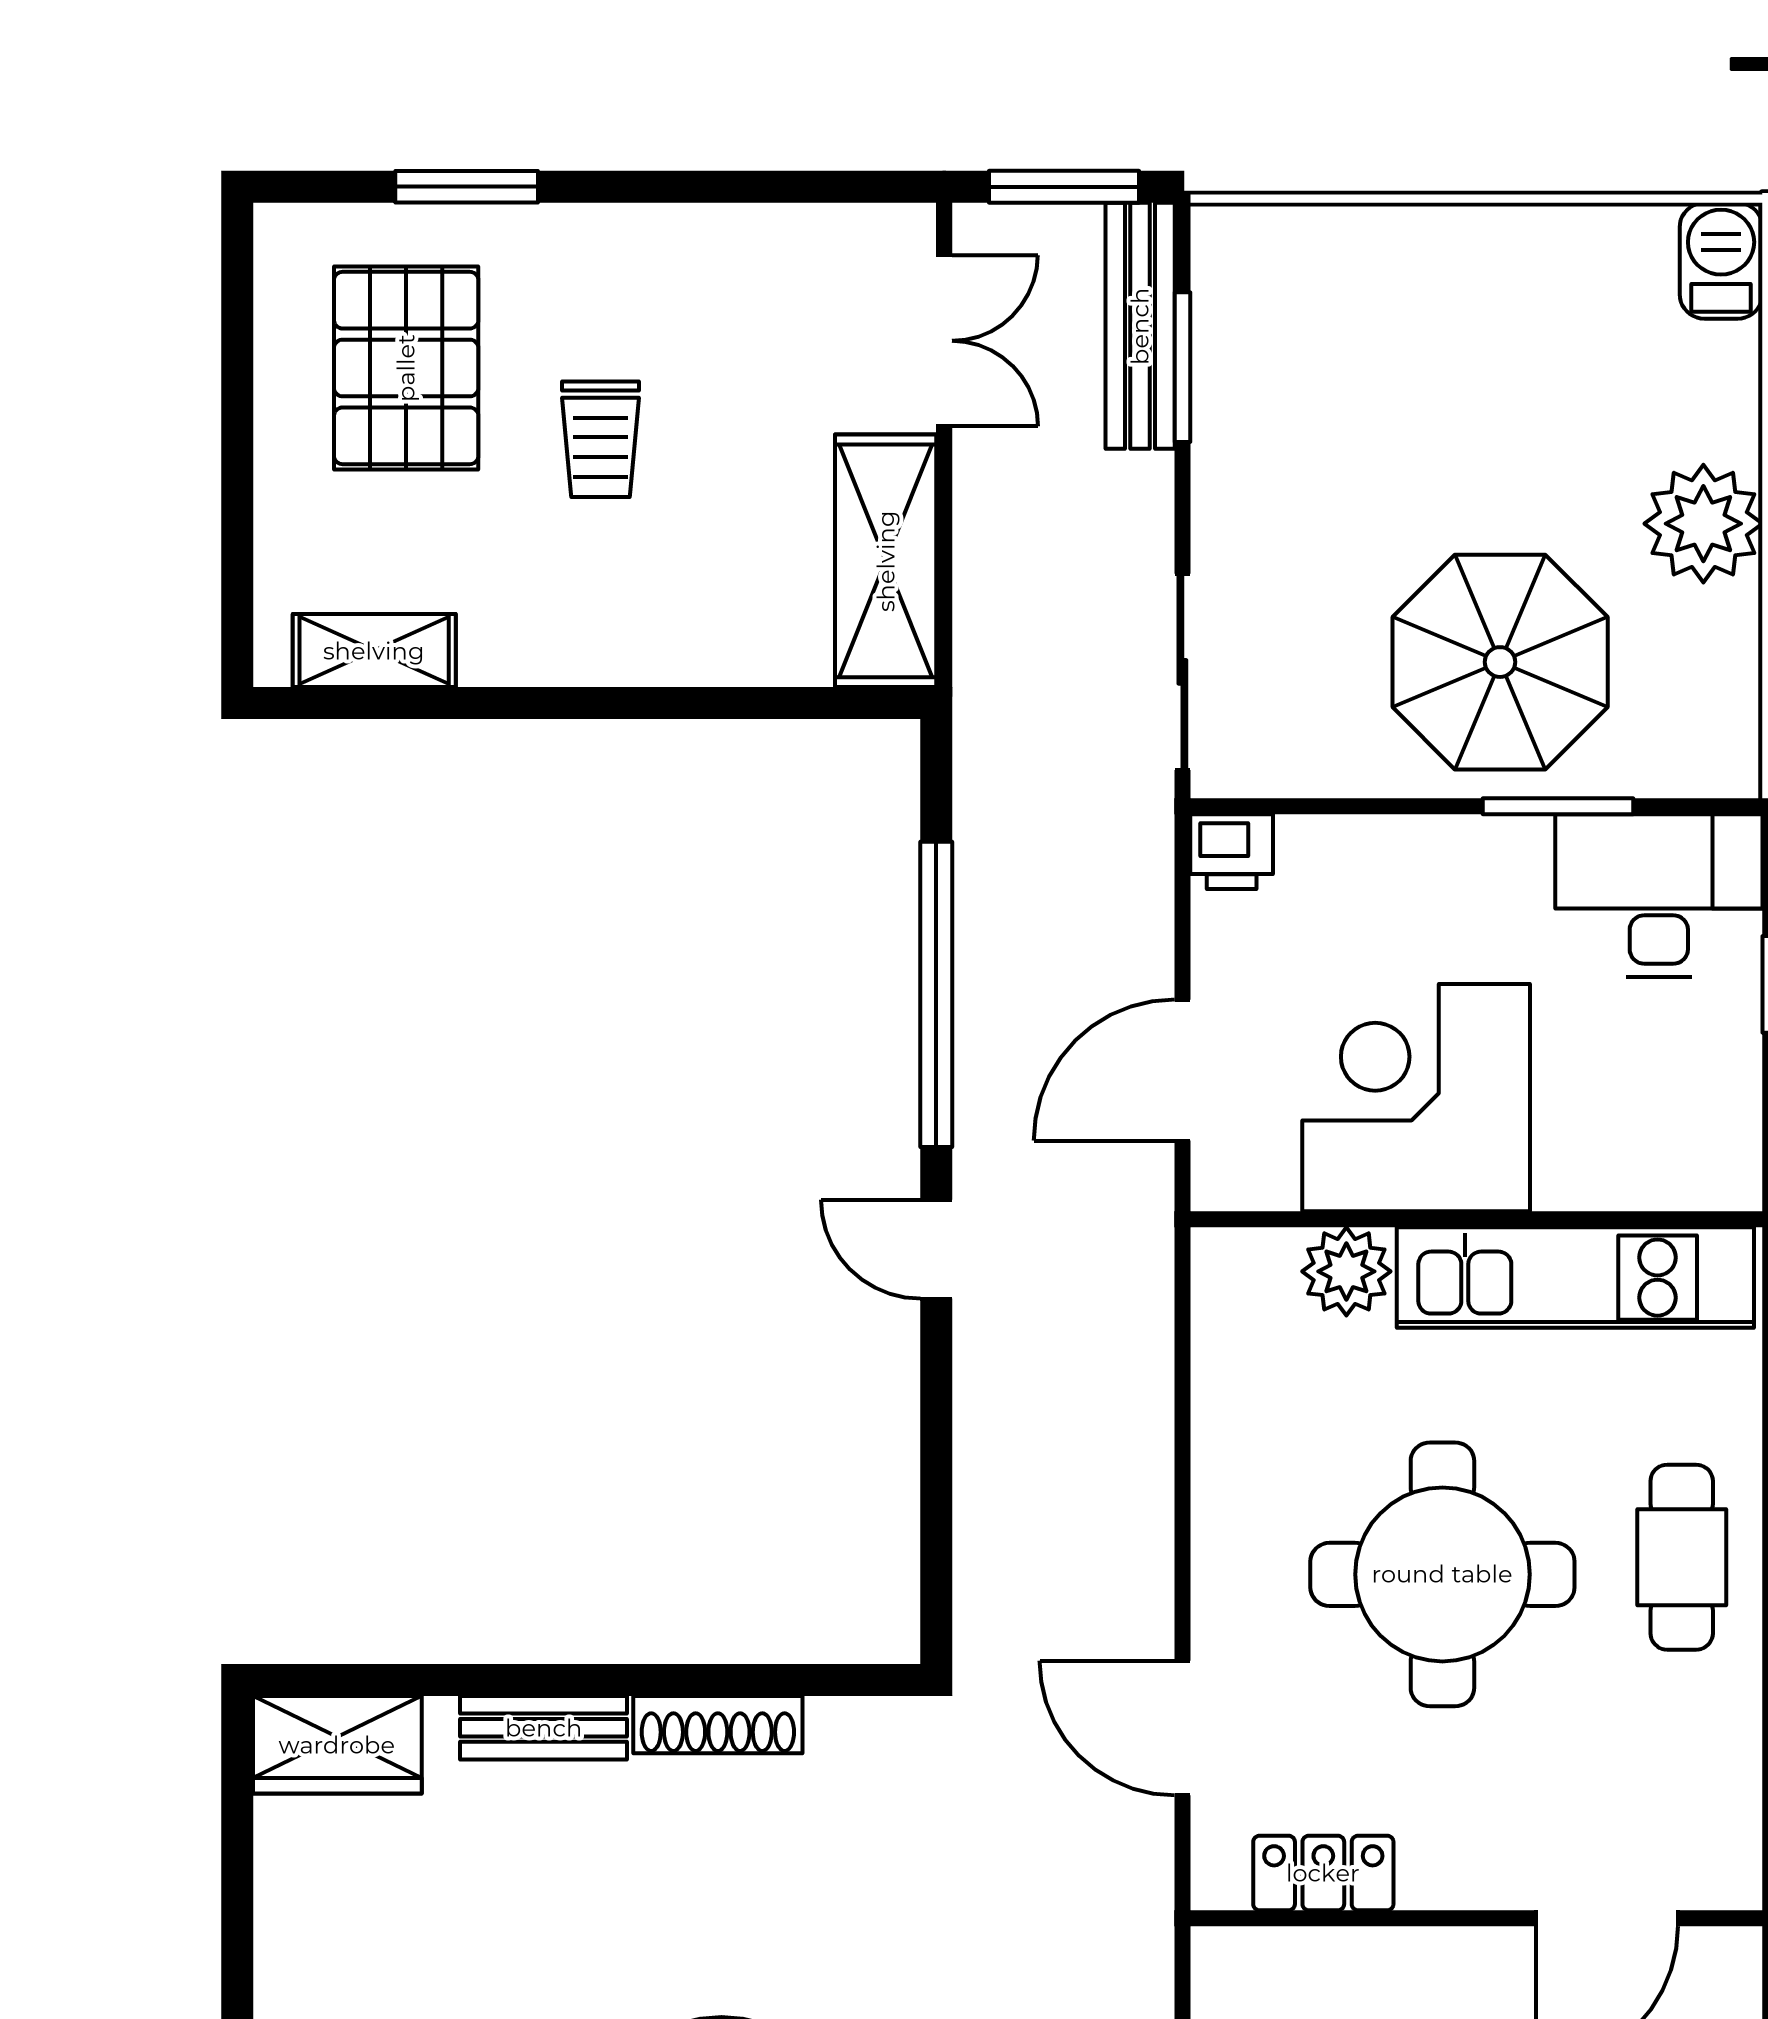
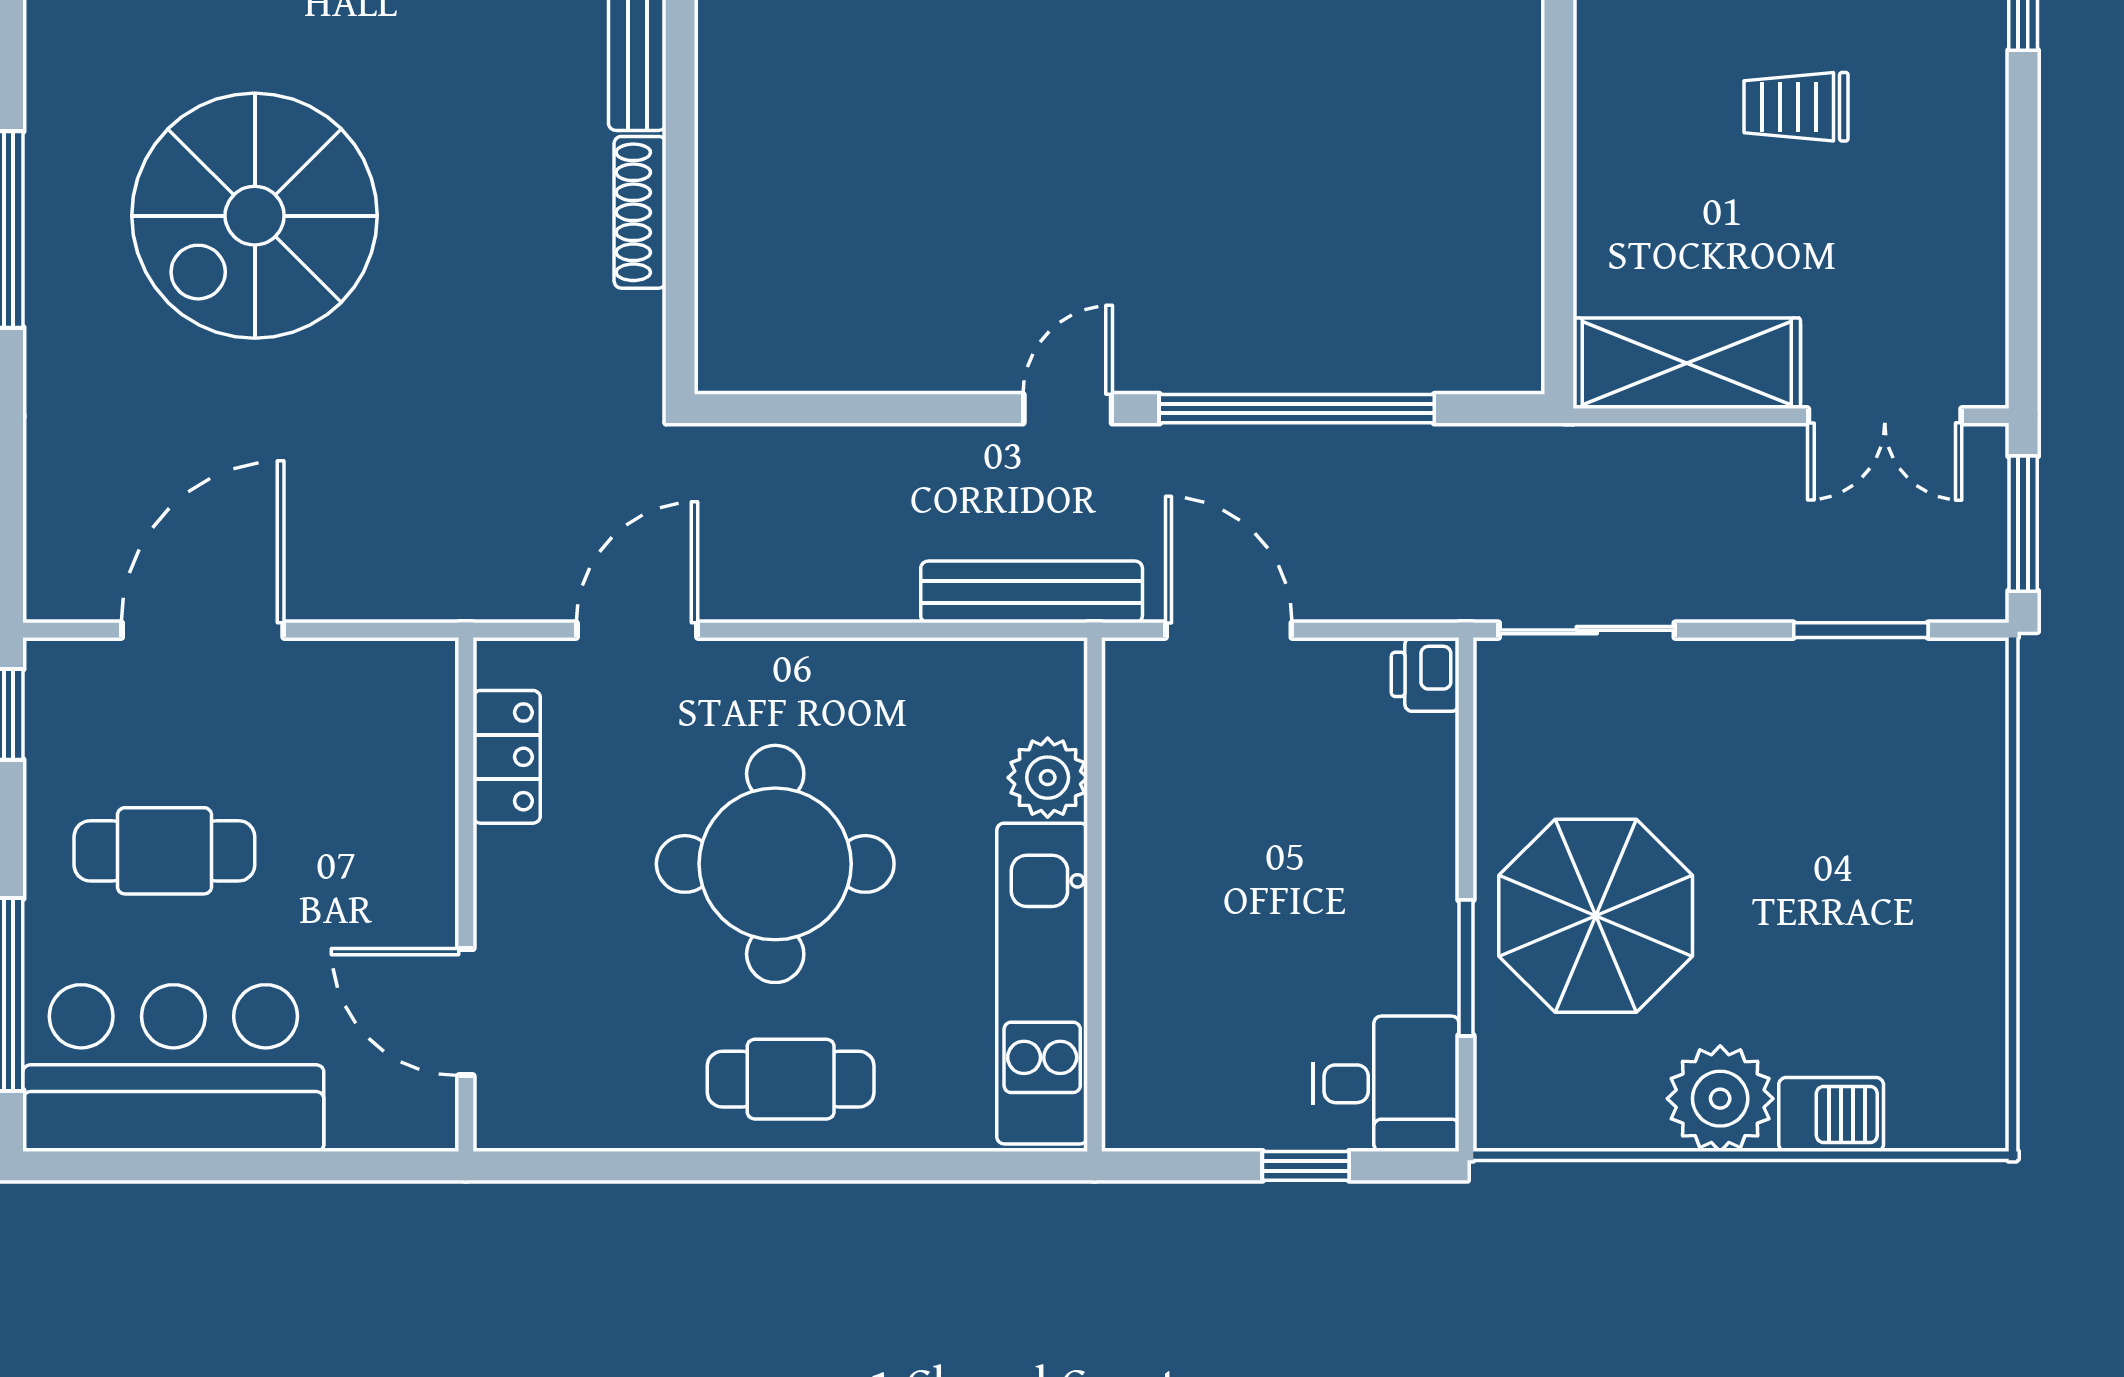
barbecue: (1721, 261) -> (1831, 1114), moved
bench: (1140, 326) -> (1032, 592), moved
desk: (1659, 896) -> (1386, 1084), width x0.73
corner desk: (1416, 1098) -> (1204, 840), removed

